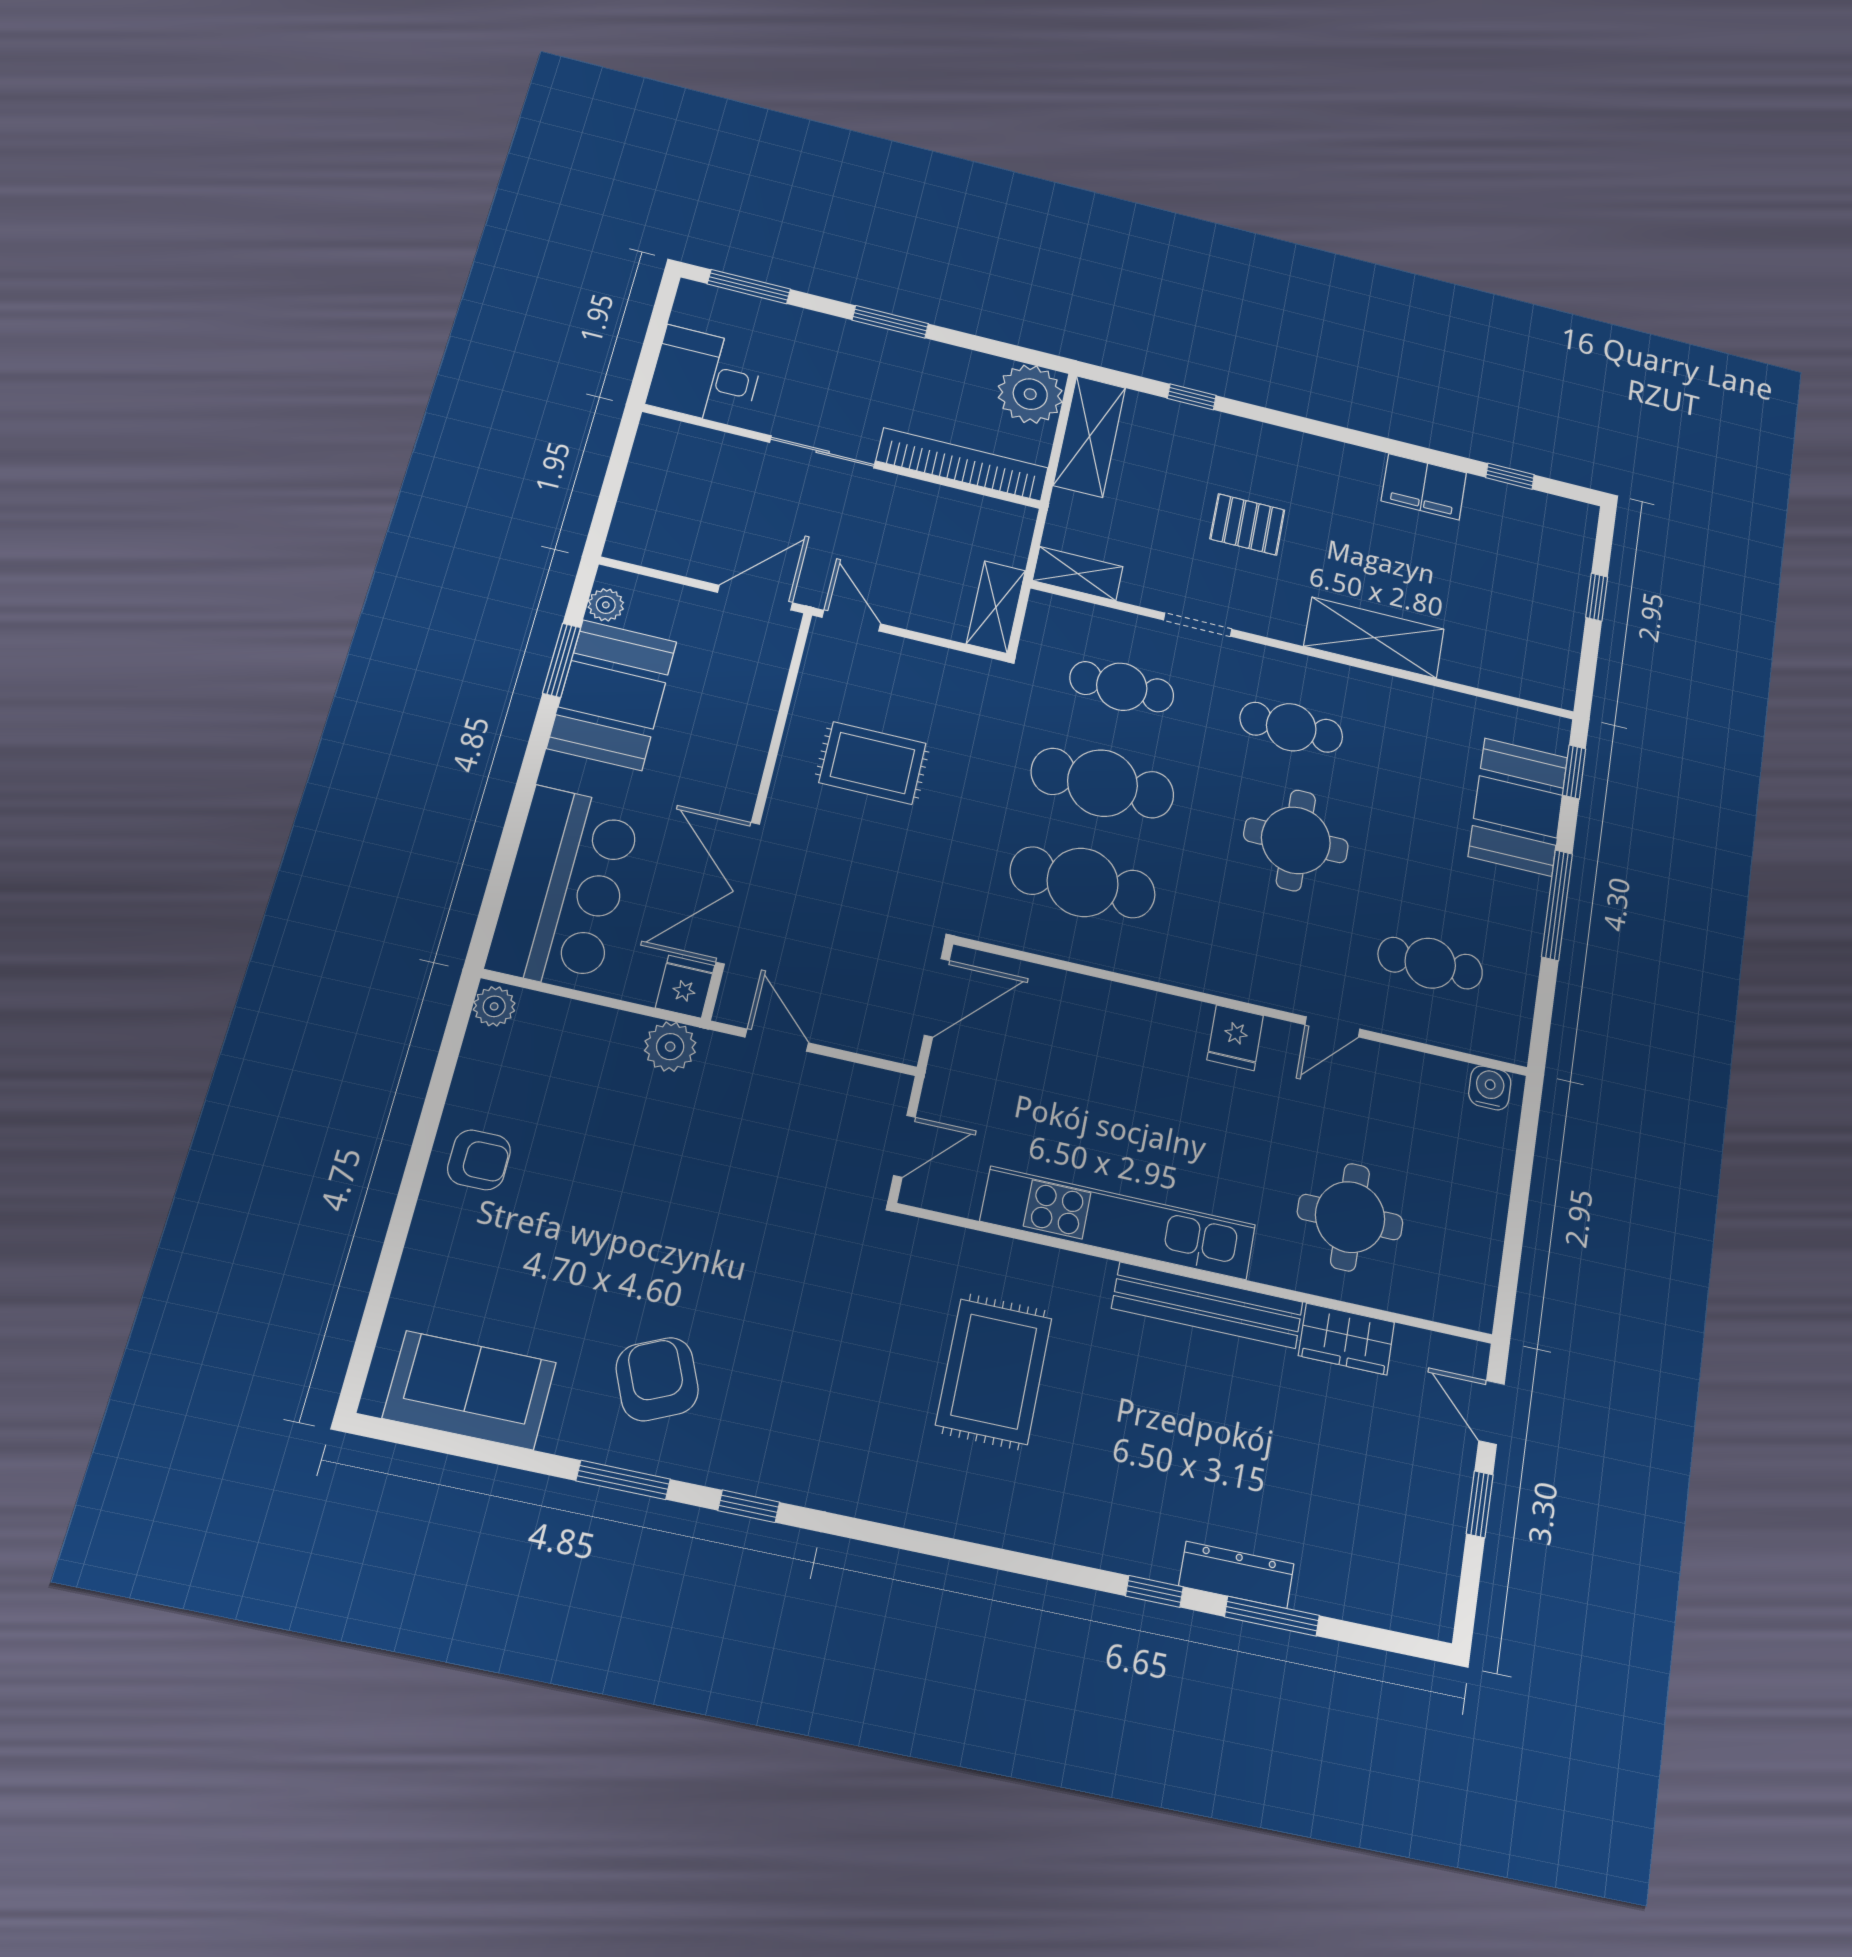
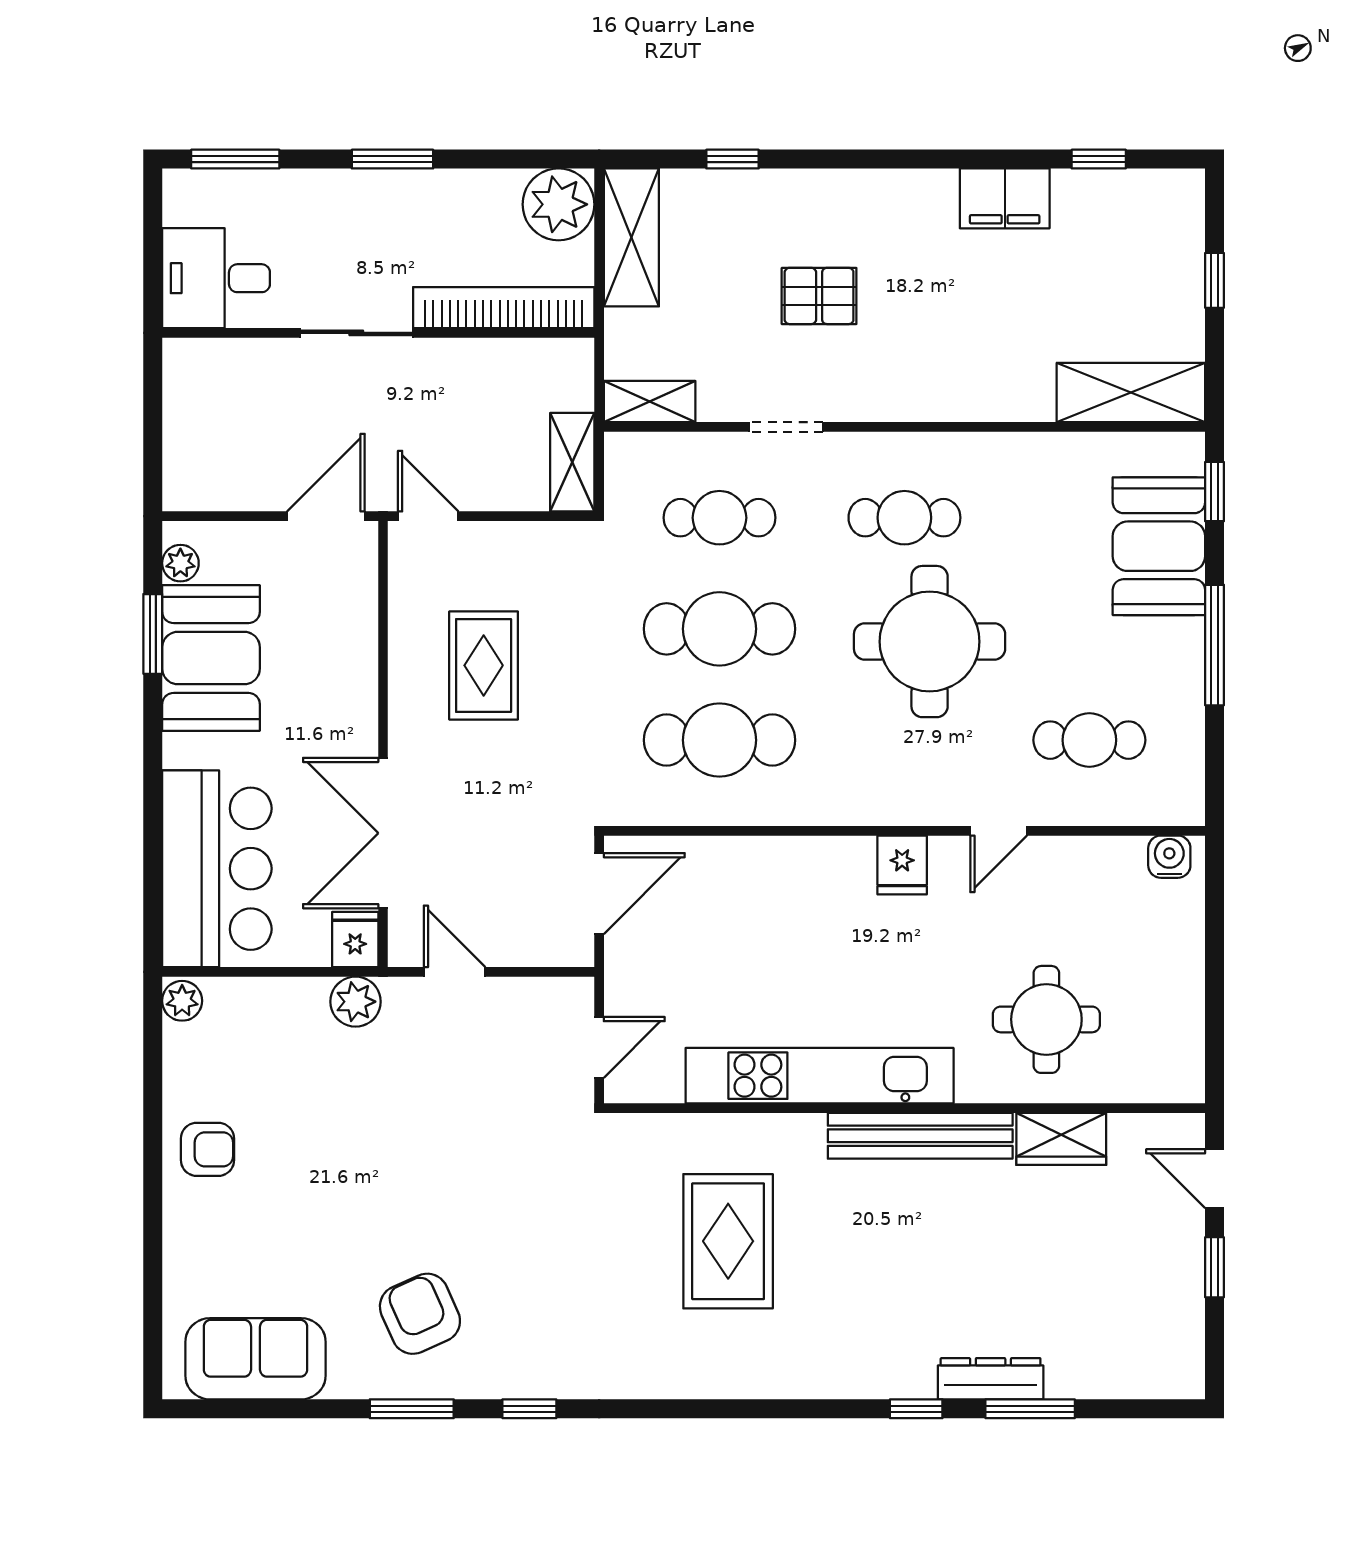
shelving: (1374, 638) -> (1131, 392), moved
rug: (873, 763) -> (484, 665), turned 90
round table: (1296, 840) -> (930, 642), width x1.36, depth x1.36

